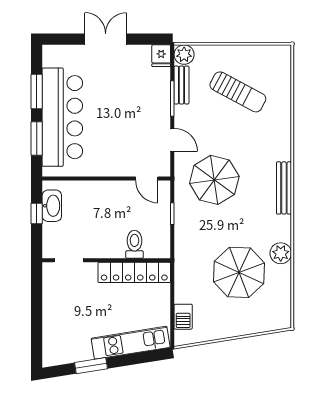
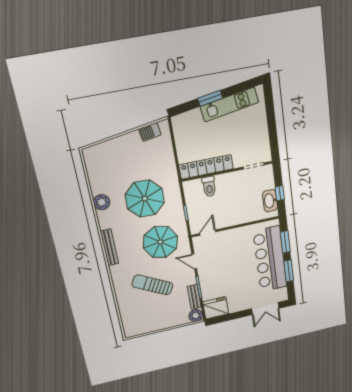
double door: (106, 39) -> (265, 309), moved
fridge: (161, 56) -> (216, 308), width x1.88, depth x1.34
sun lounger: (238, 92) -> (152, 285), moved
door: (147, 179) -> (208, 233), hinge flipped
parasol: (239, 272) -> (145, 199), moved
barbecue: (183, 317) -> (150, 132), moved, turned -99
kitchen unit: (131, 343) -> (230, 104), moved
window: (91, 366) -> (210, 98), moved

